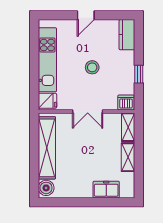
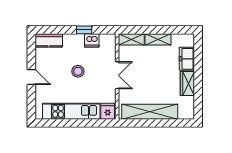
dishwasher: (126, 102) -> (92, 40), moved, turned -90
boiler: (46, 188) -> (185, 112), removed
wardrobe: (78, 190) -> (187, 84), added

